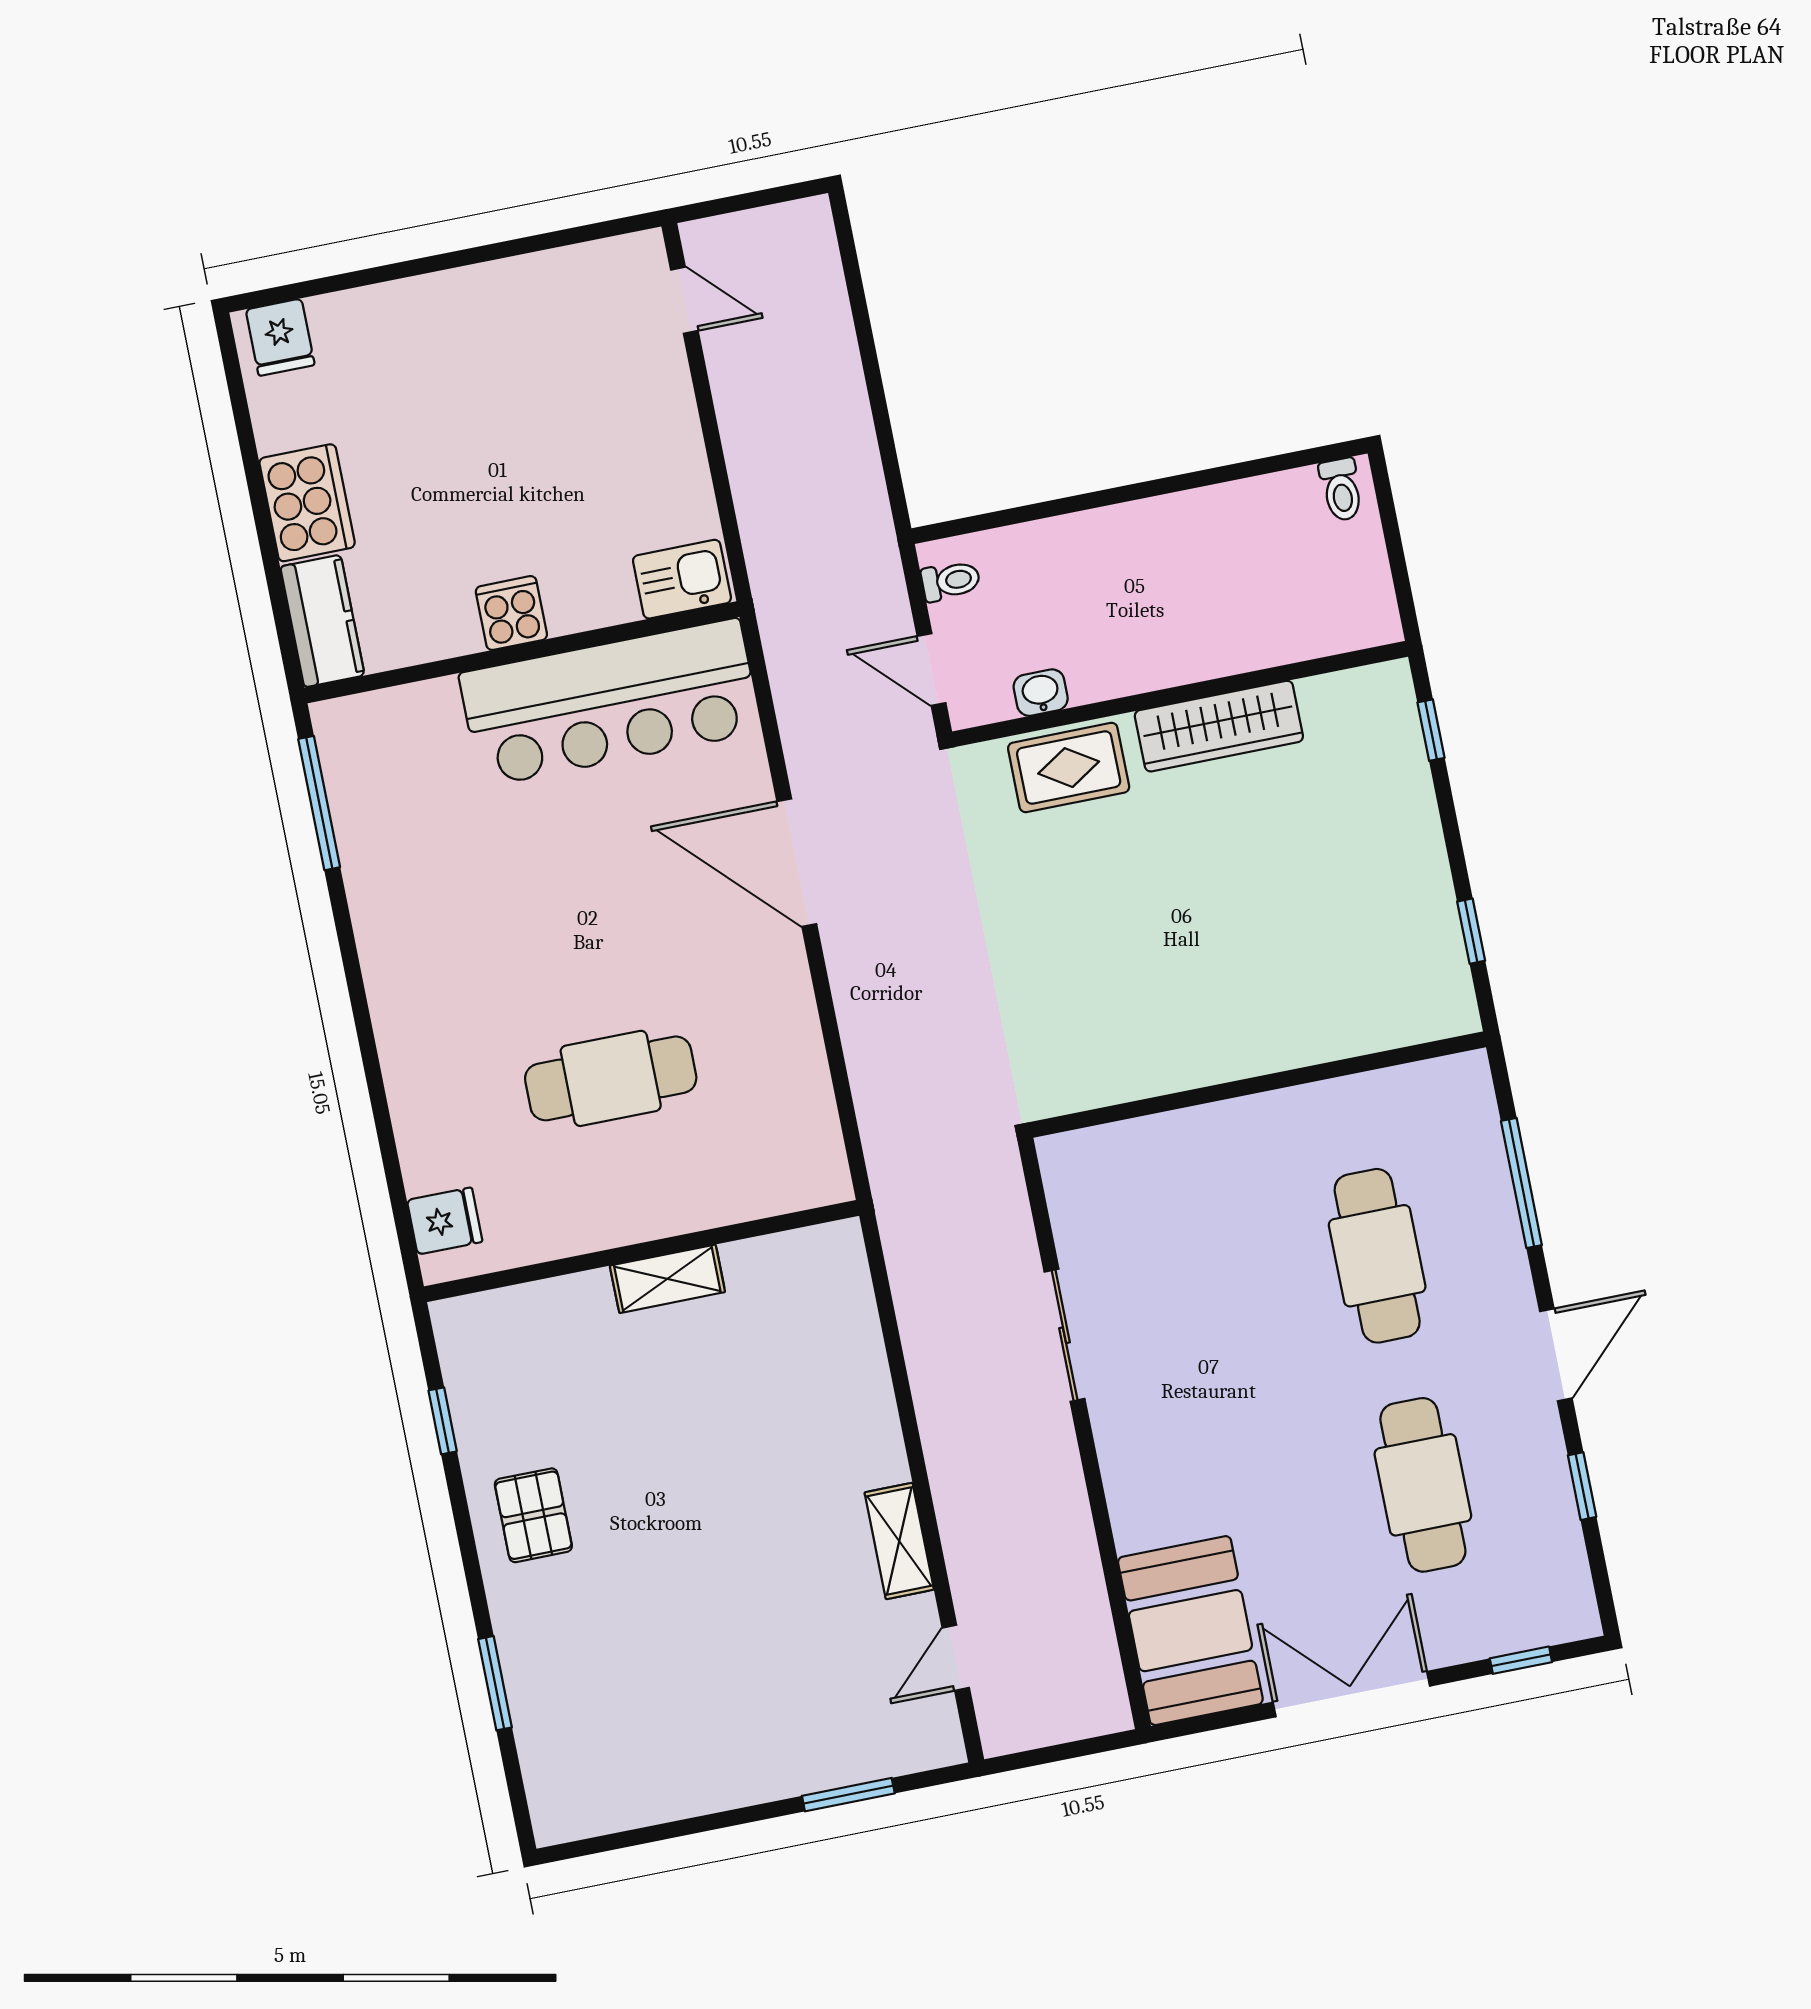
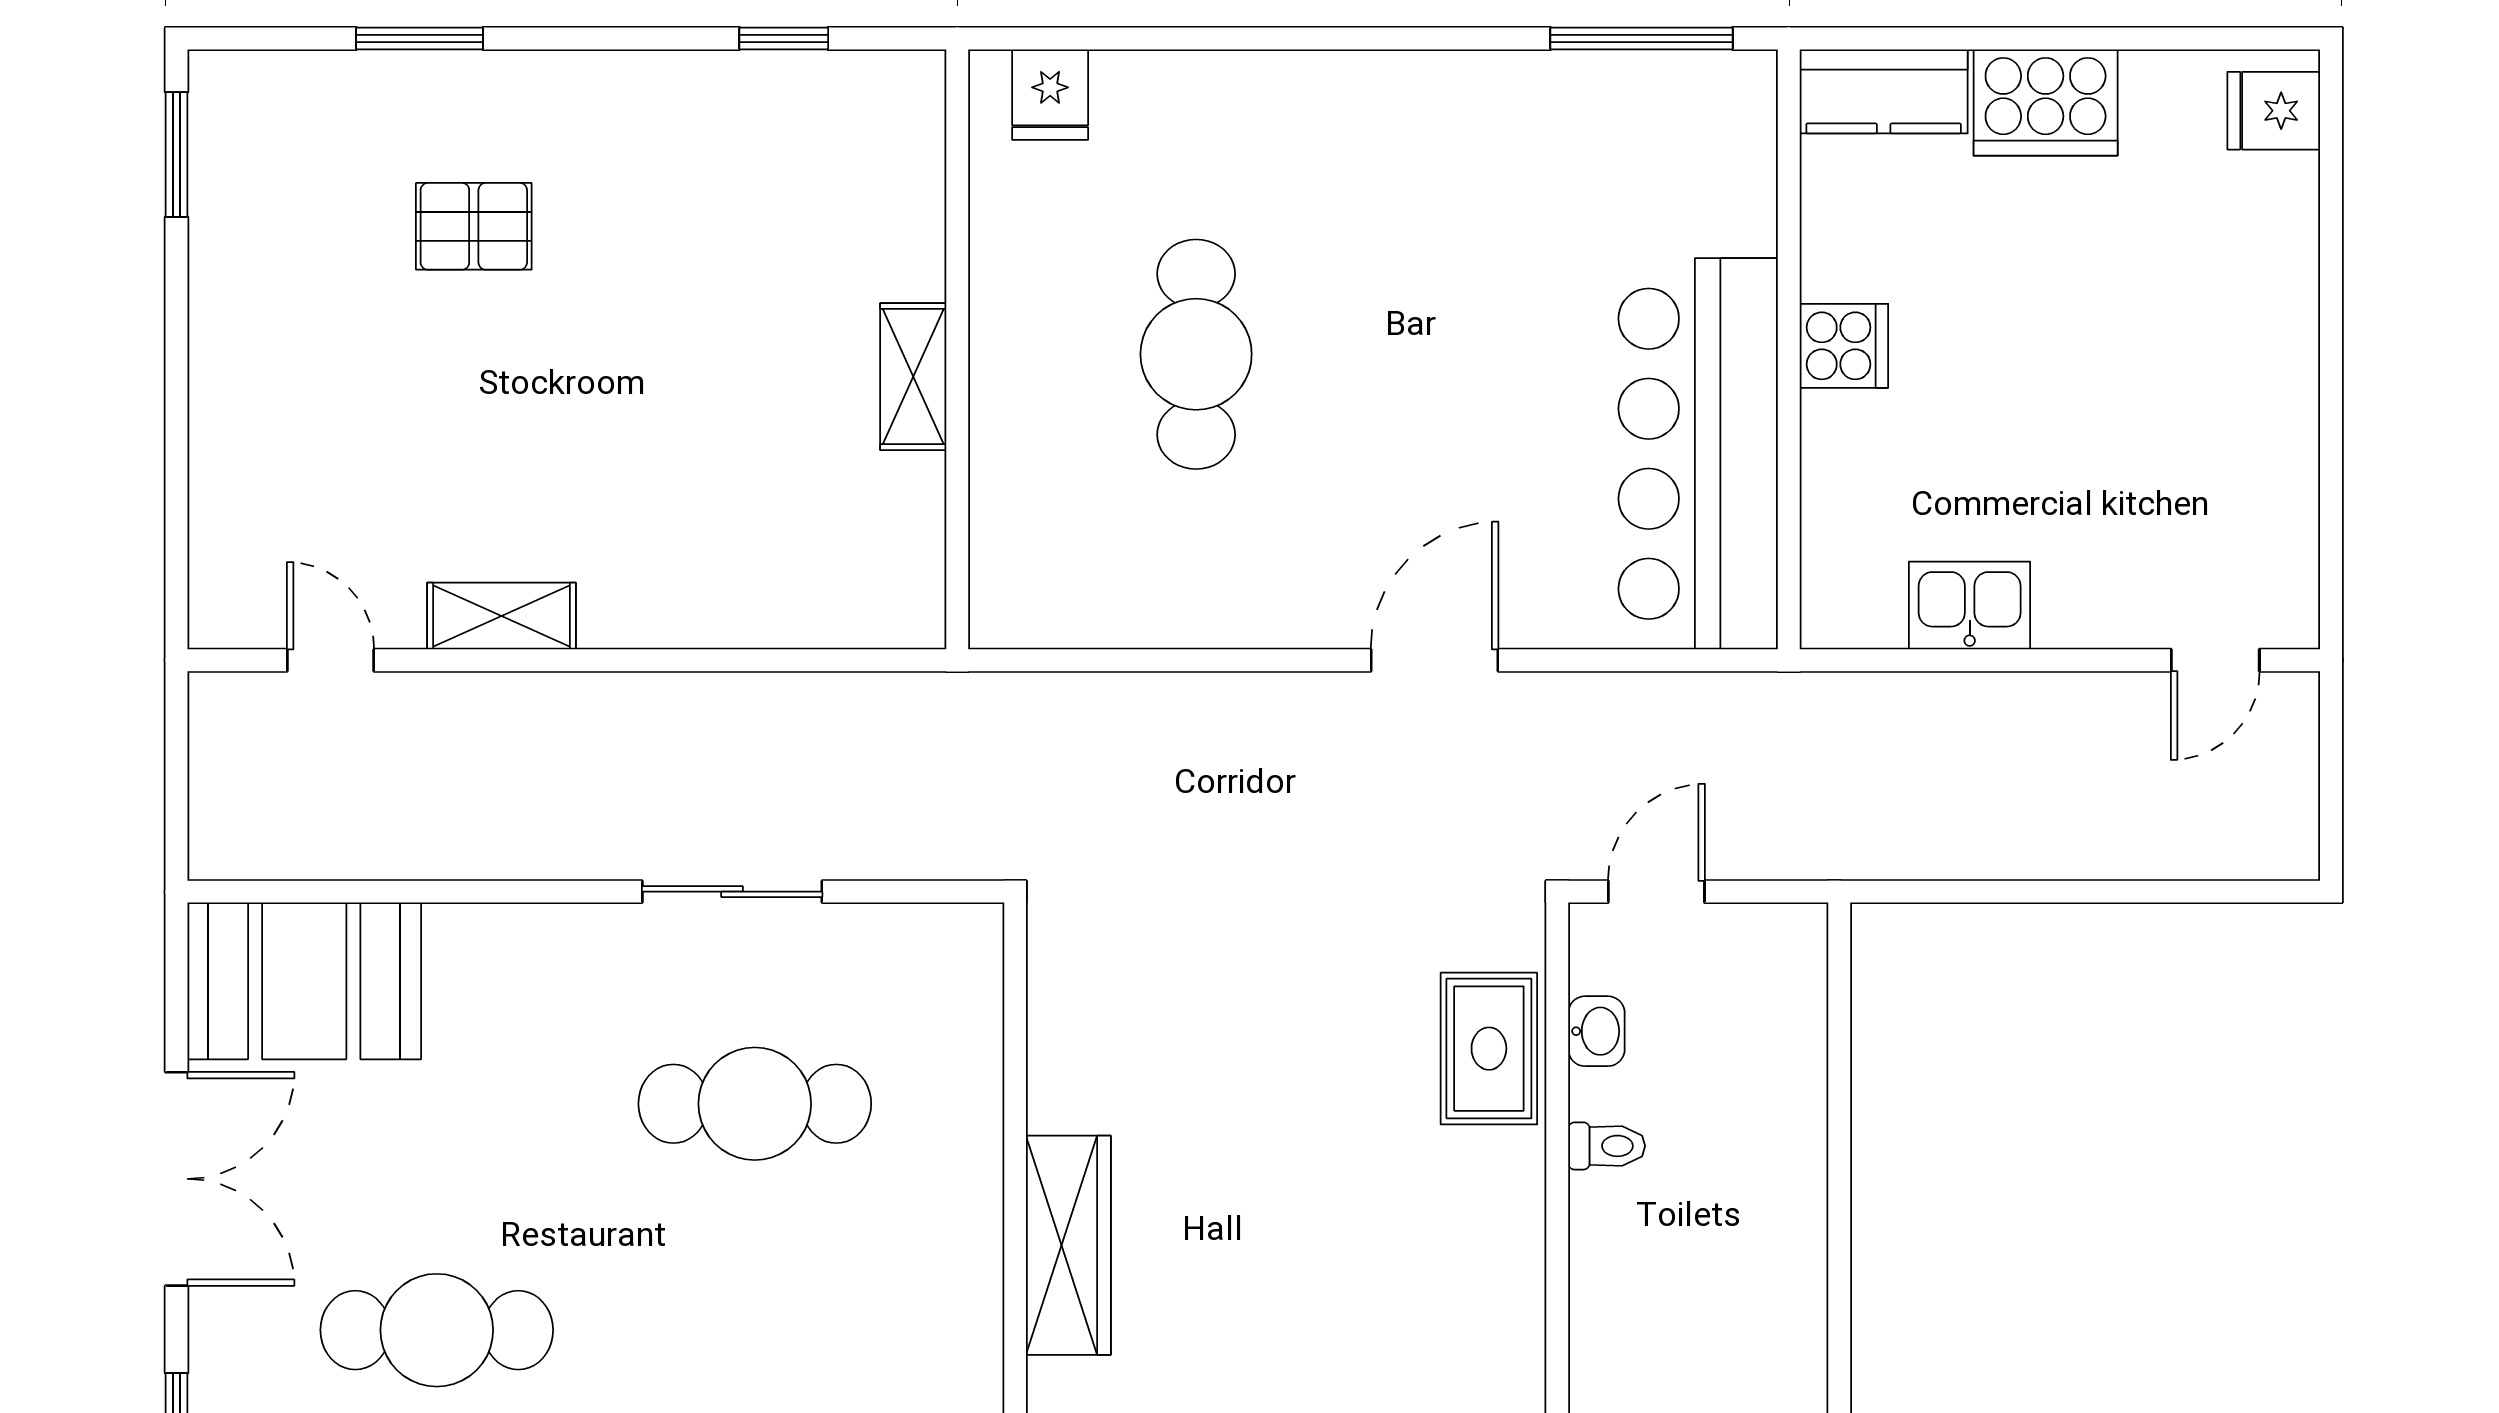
kitchen sink: (682, 579) -> (1970, 605), moved, turned -90
toilet: (951, 581) -> (1607, 1146), moved, turned -90
wardrobe: (1219, 726) -> (1068, 1245), moved, turned 180
door: (797, 863) -> (1435, 660), width x0.73
cafe table: (1377, 1256) -> (755, 1104), moved
pallet: (533, 1515) -> (474, 226), moved
window: (848, 1795) -> (176, 154), moved

